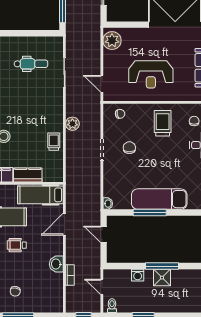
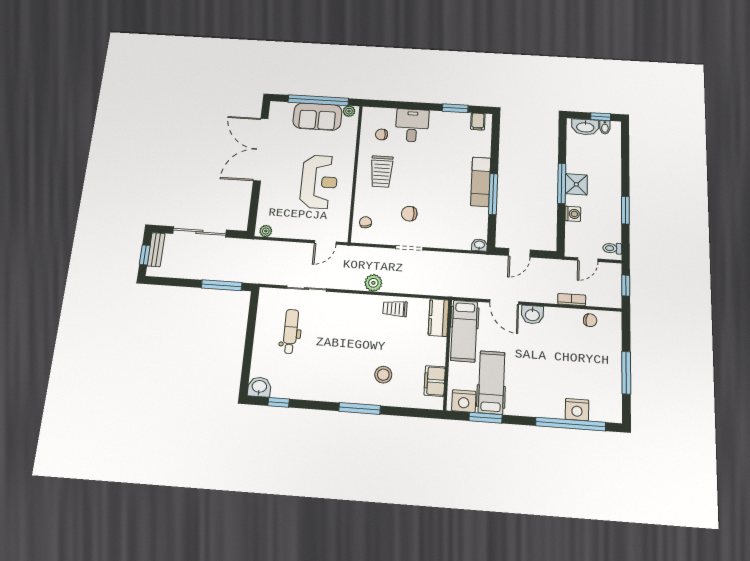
plant: (112, 41) -> (266, 231), width x0.53, depth x0.53
trolley: (163, 123) -> (382, 172), turned -90
kitchen counter: (28, 175) -> (439, 318), moved
exam couch: (159, 199) -> (481, 182), width x0.73, depth x0.69
wheelchair: (17, 245) -> (530, 367), removed
washbasin: (56, 264) -> (532, 315), moved
chair: (15, 291) -> (590, 320), moved

